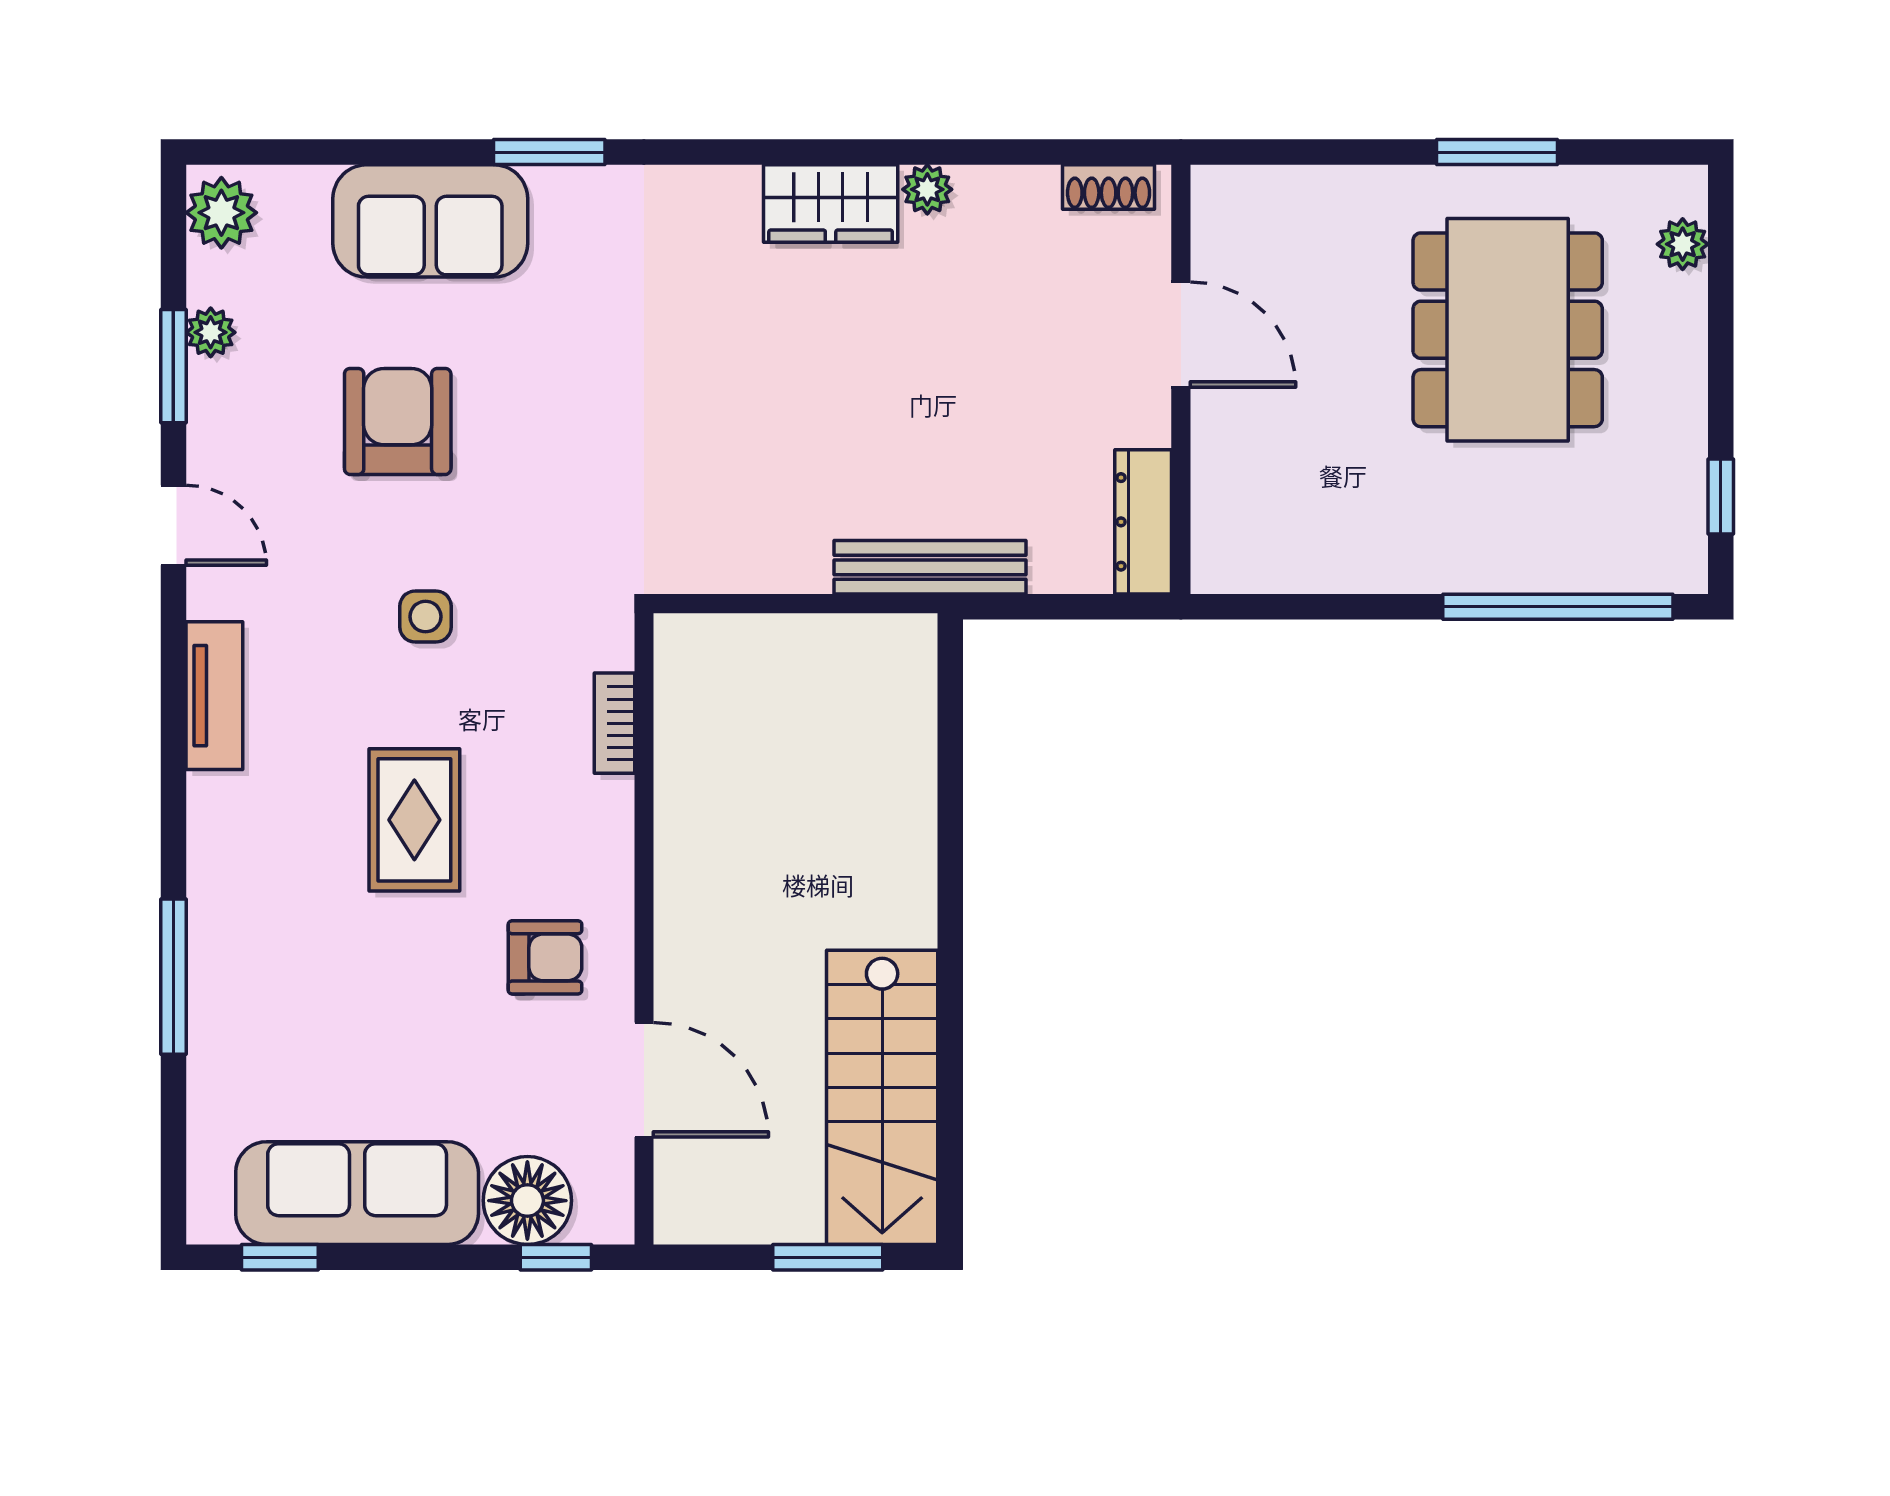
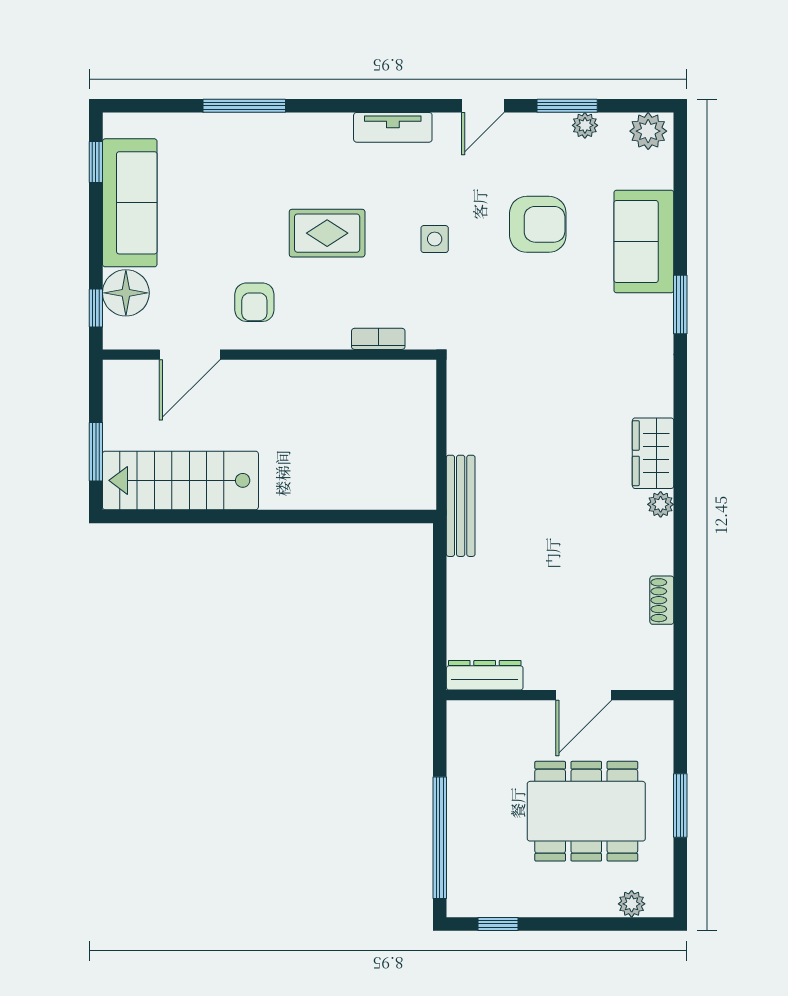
door: (1181, 335) -> (584, 695), moved
wall: (1181, 379) -> (560, 695), moved
dresser: (1143, 522) -> (485, 675), moved

